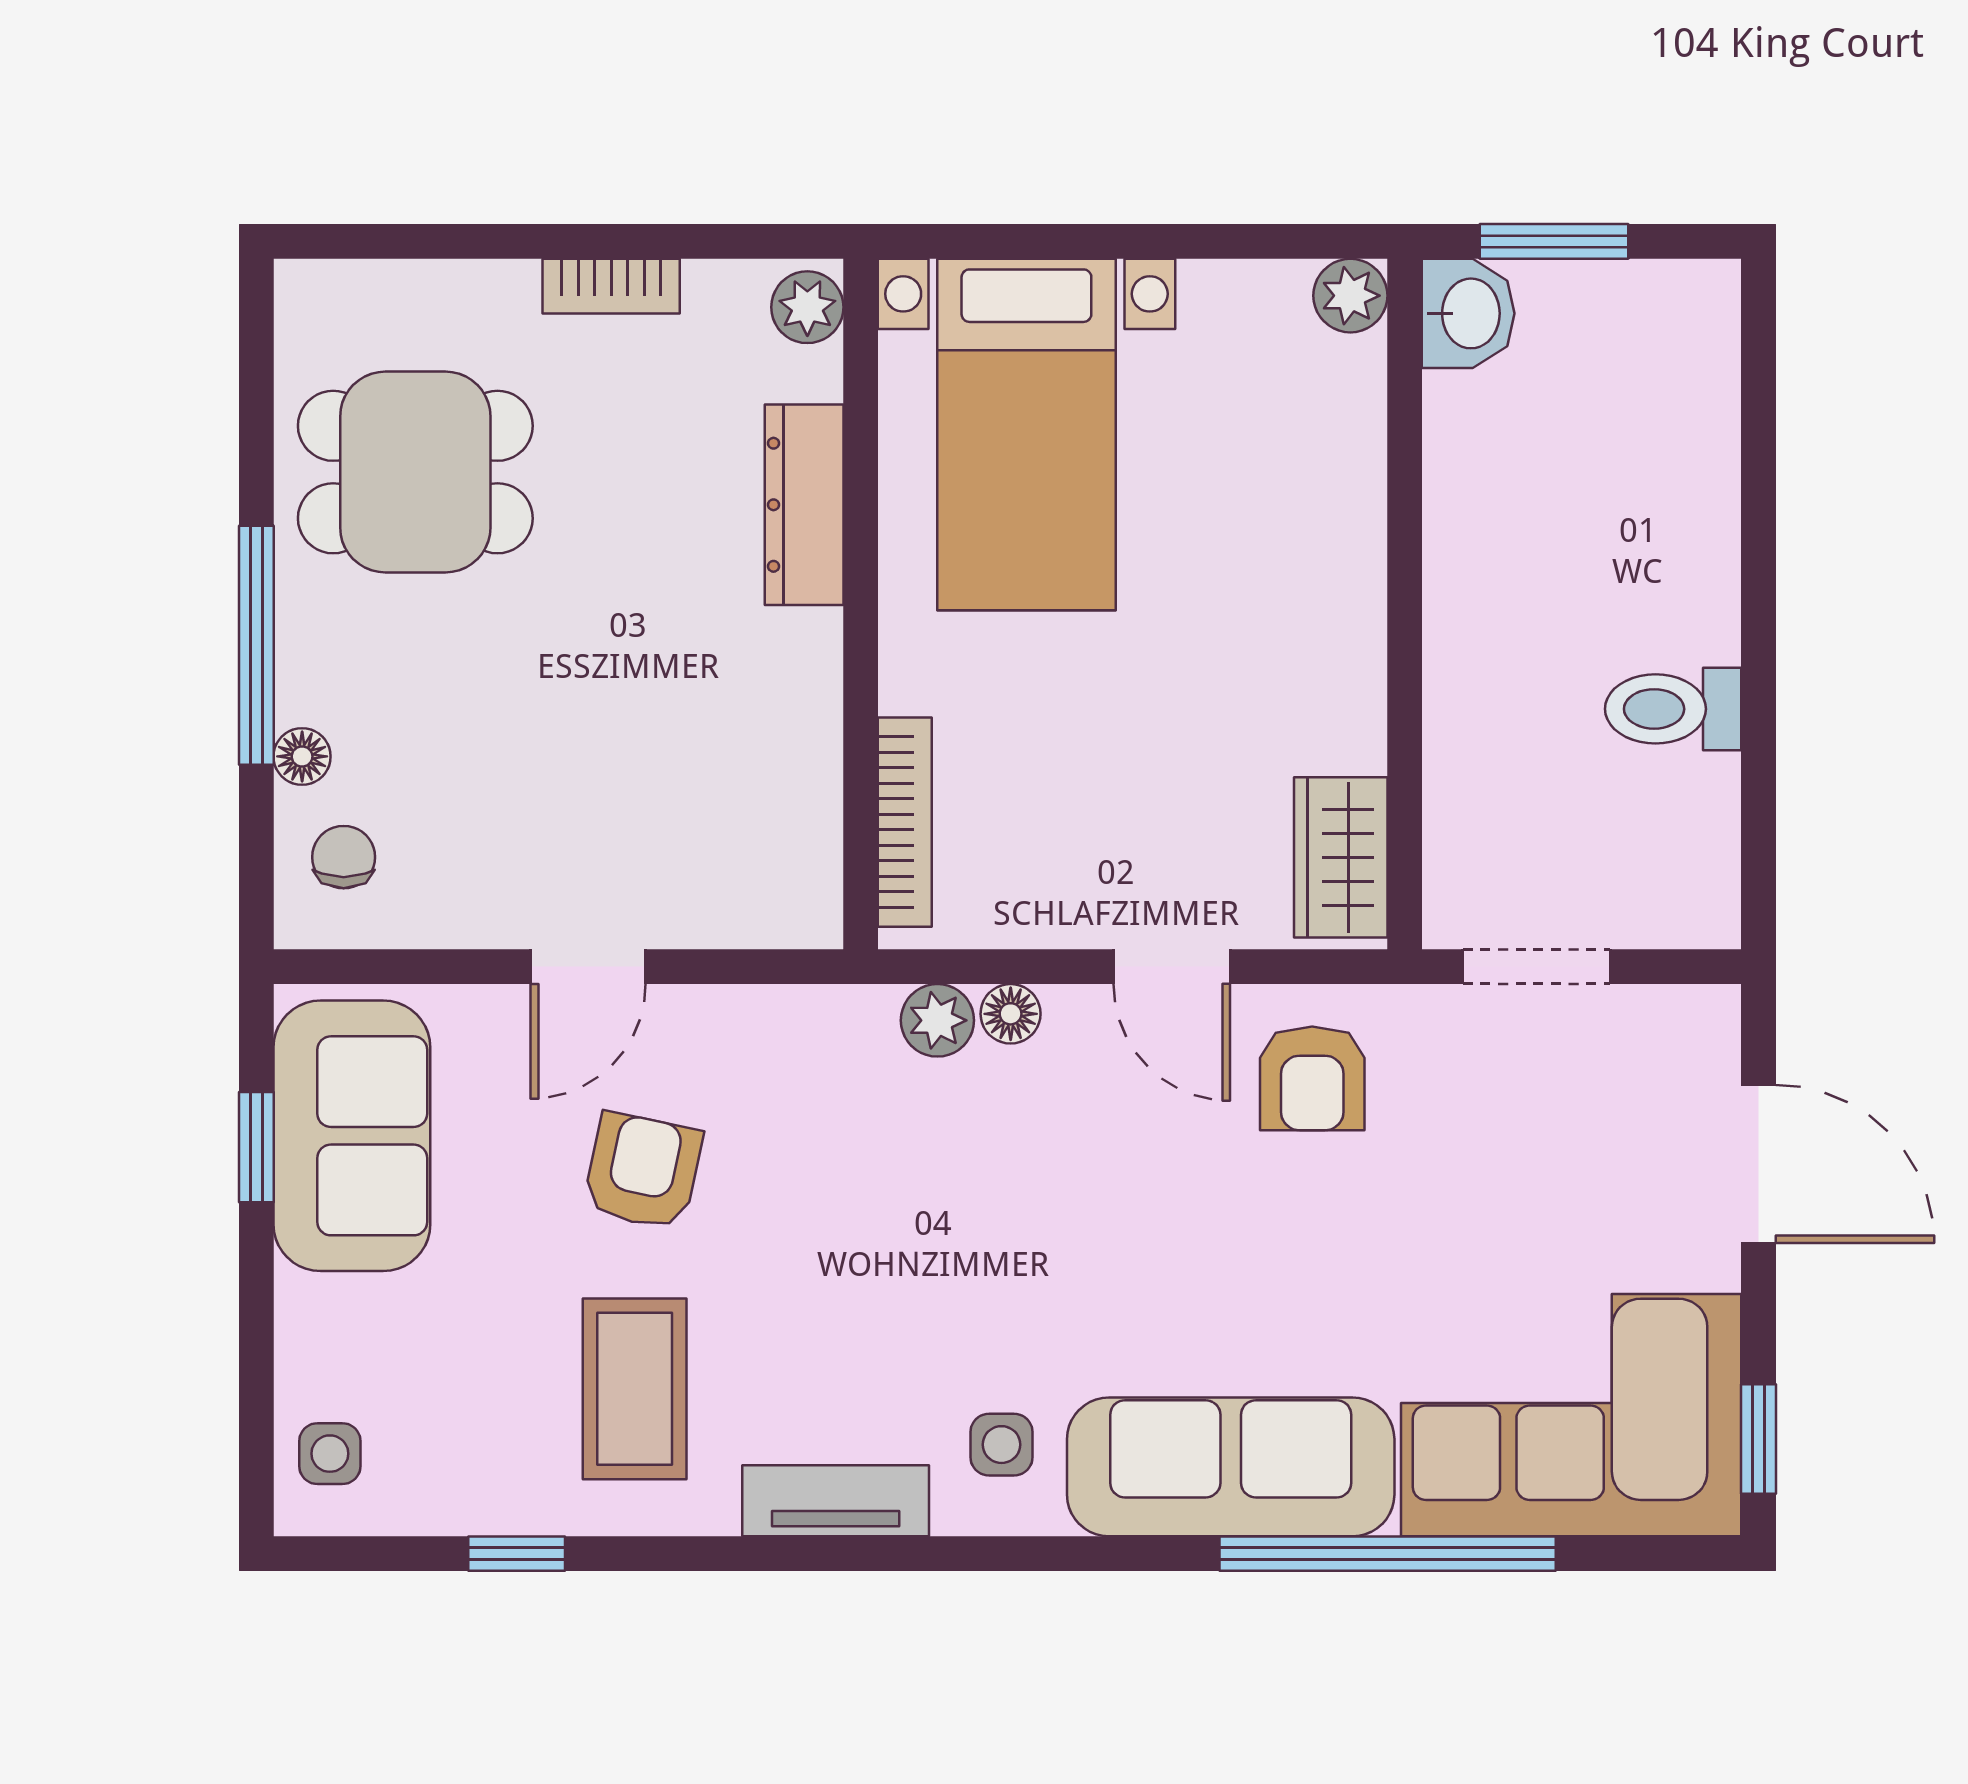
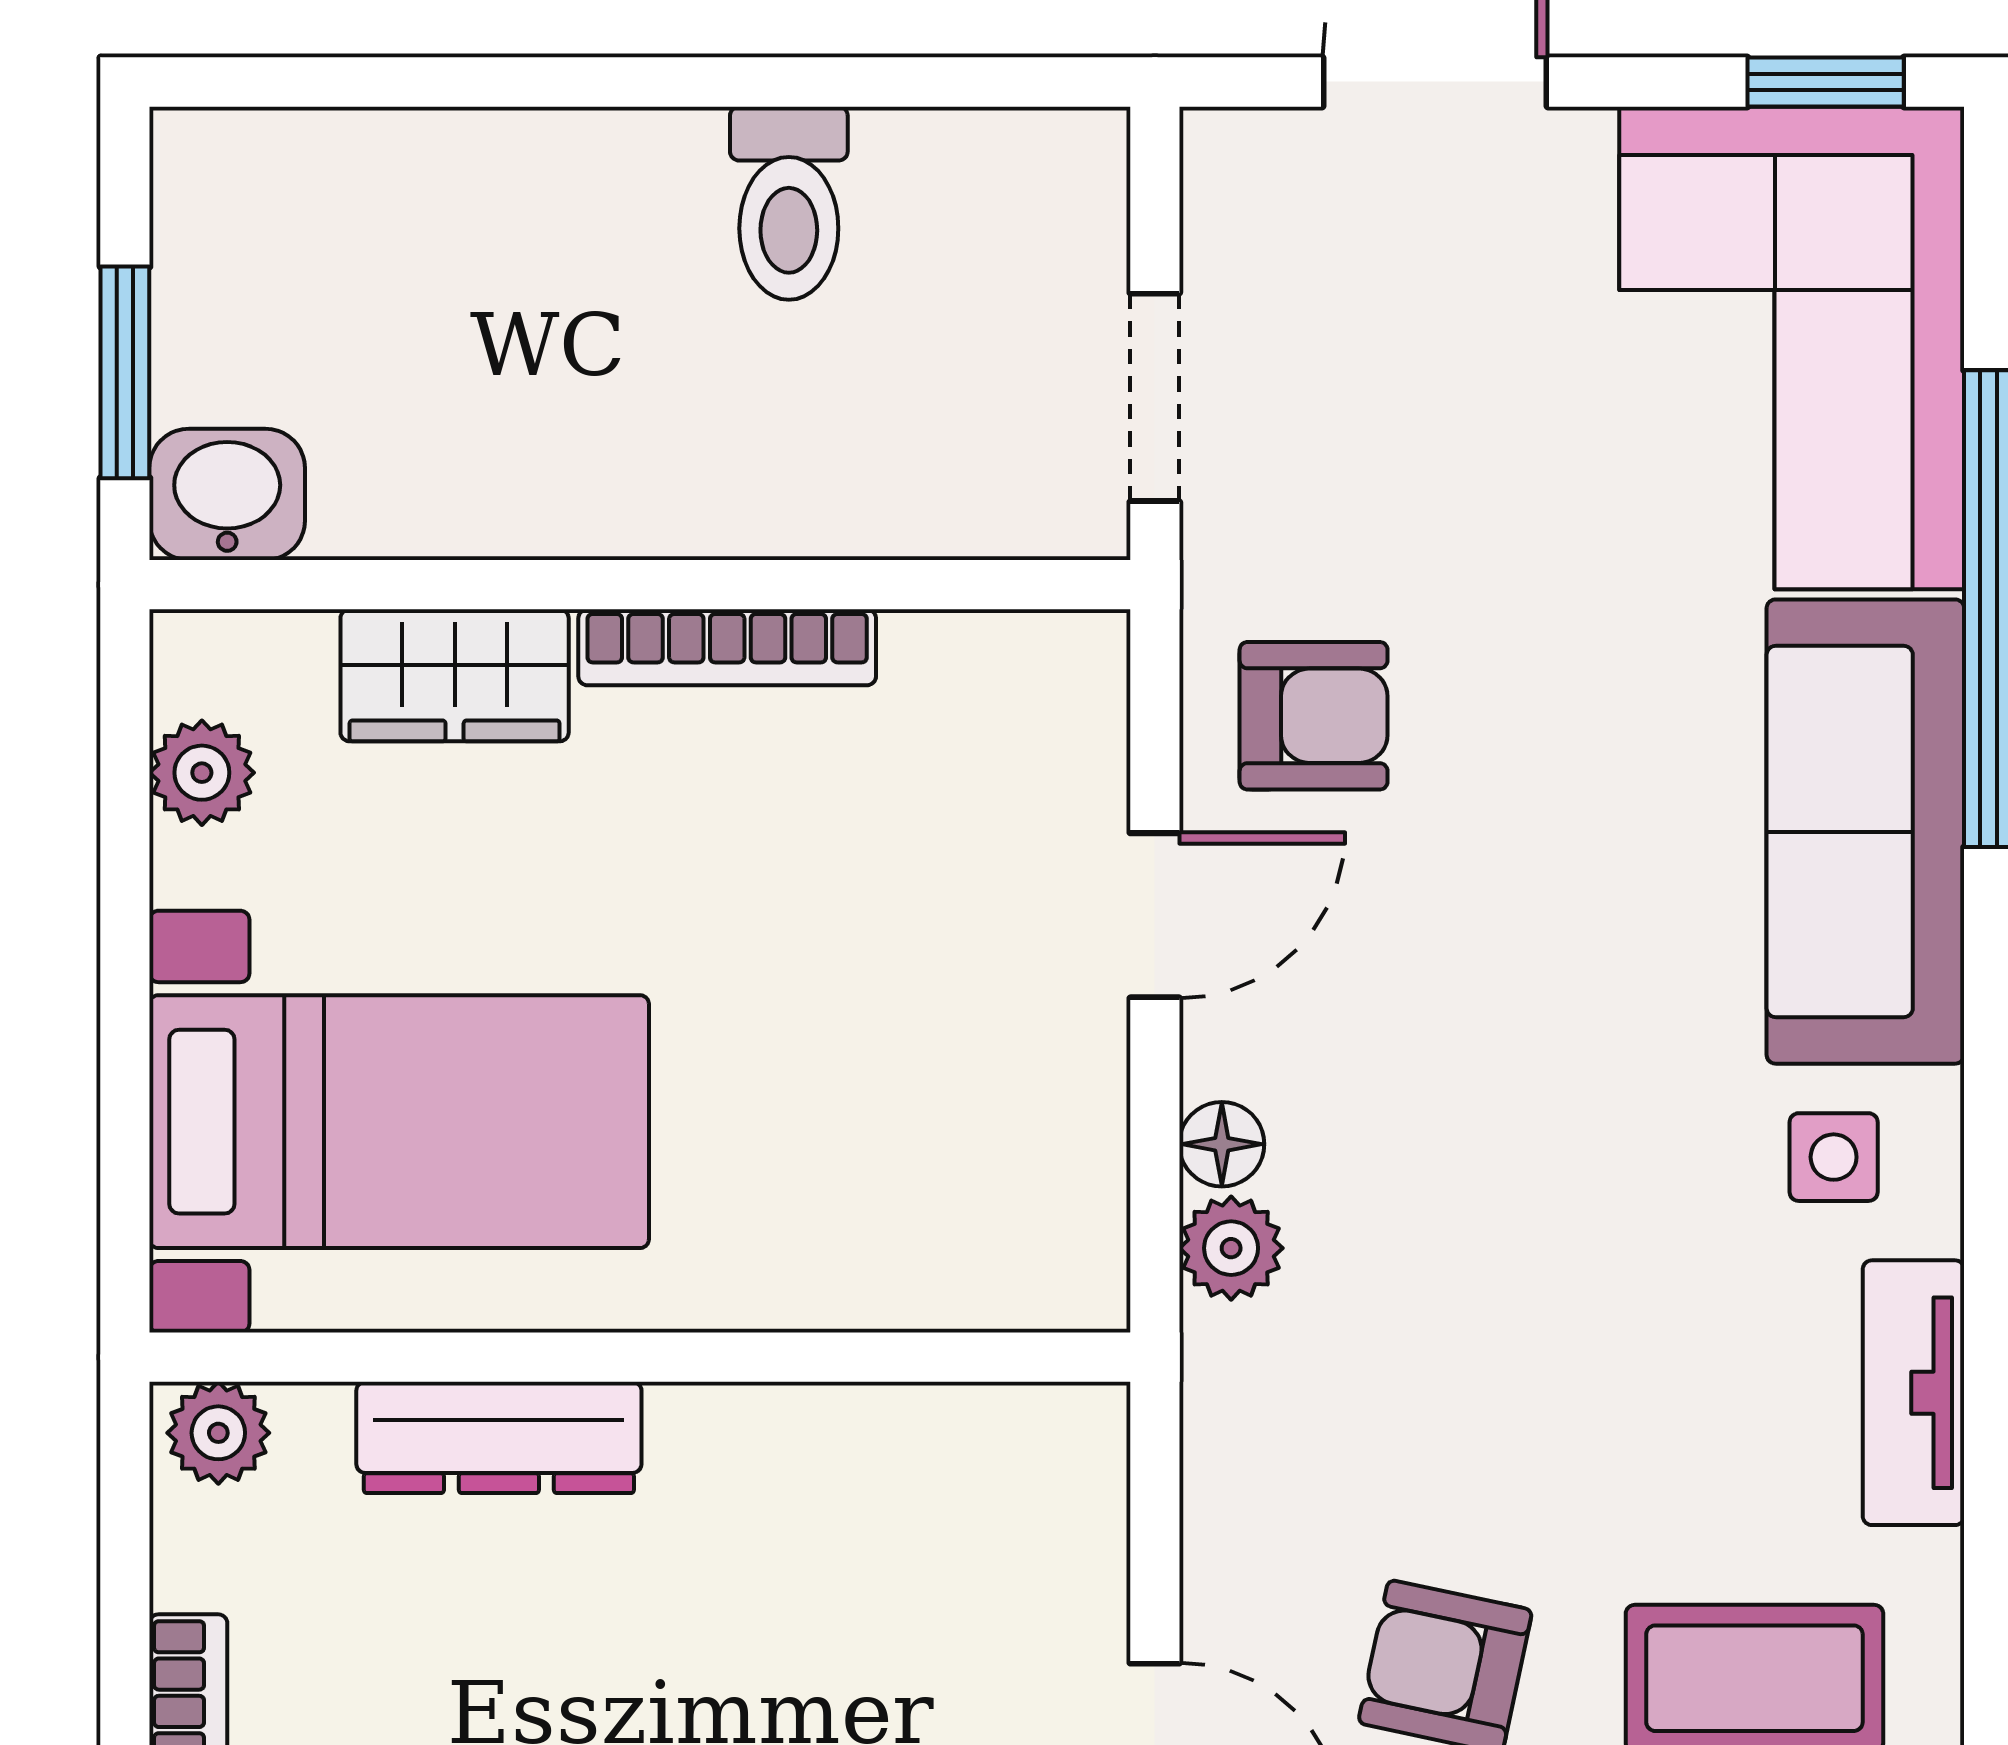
plant: (1350, 296) -> (202, 773), moved
bookcase: (905, 822) -> (727, 647), moved, turned 180
wardrobe: (1341, 857) -> (455, 675), moved

